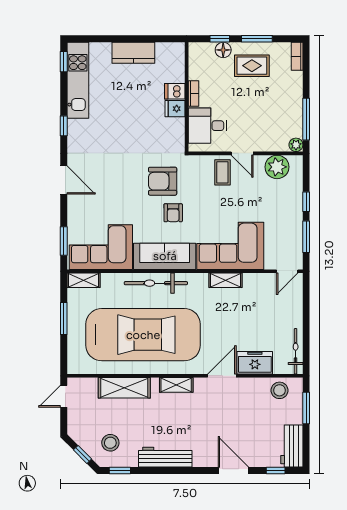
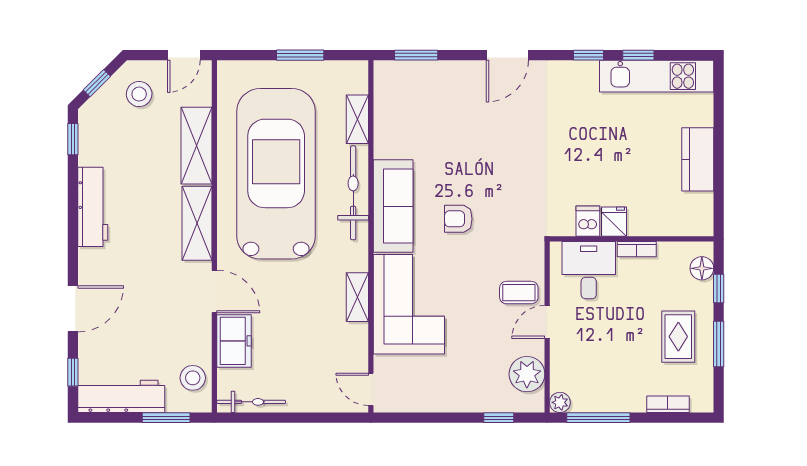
floor lamp: (223, 50) -> (702, 268), moved
bookcase: (297, 56) -> (668, 404), moved
window: (64, 62) -> (638, 55), moved
dishwasher: (175, 91) -> (588, 221), moved
armchair: (163, 181) -> (506, 203), removed
window: (306, 202) -> (499, 418), moved
window: (306, 237) -> (422, 418), removed
corner sofa: (101, 247) -> (407, 111), removed
shelving: (83, 280) -> (357, 119), moved
car: (143, 335) -> (276, 174), turned 180
shelving: (176, 385) -> (197, 223), width x1.50, depth x1.33
door: (64, 396) -> (184, 55), swing flipped
stool: (110, 443) -> (139, 94), moved
workbench: (292, 446) -> (121, 396), width x1.38

